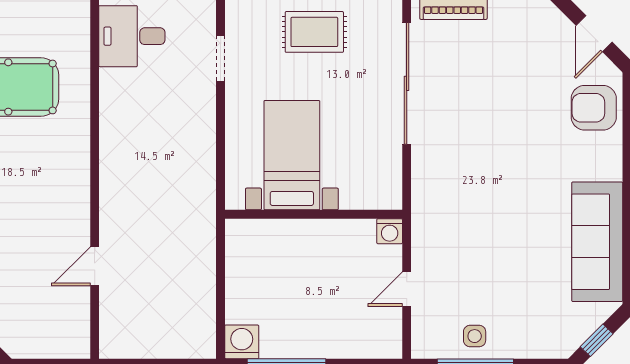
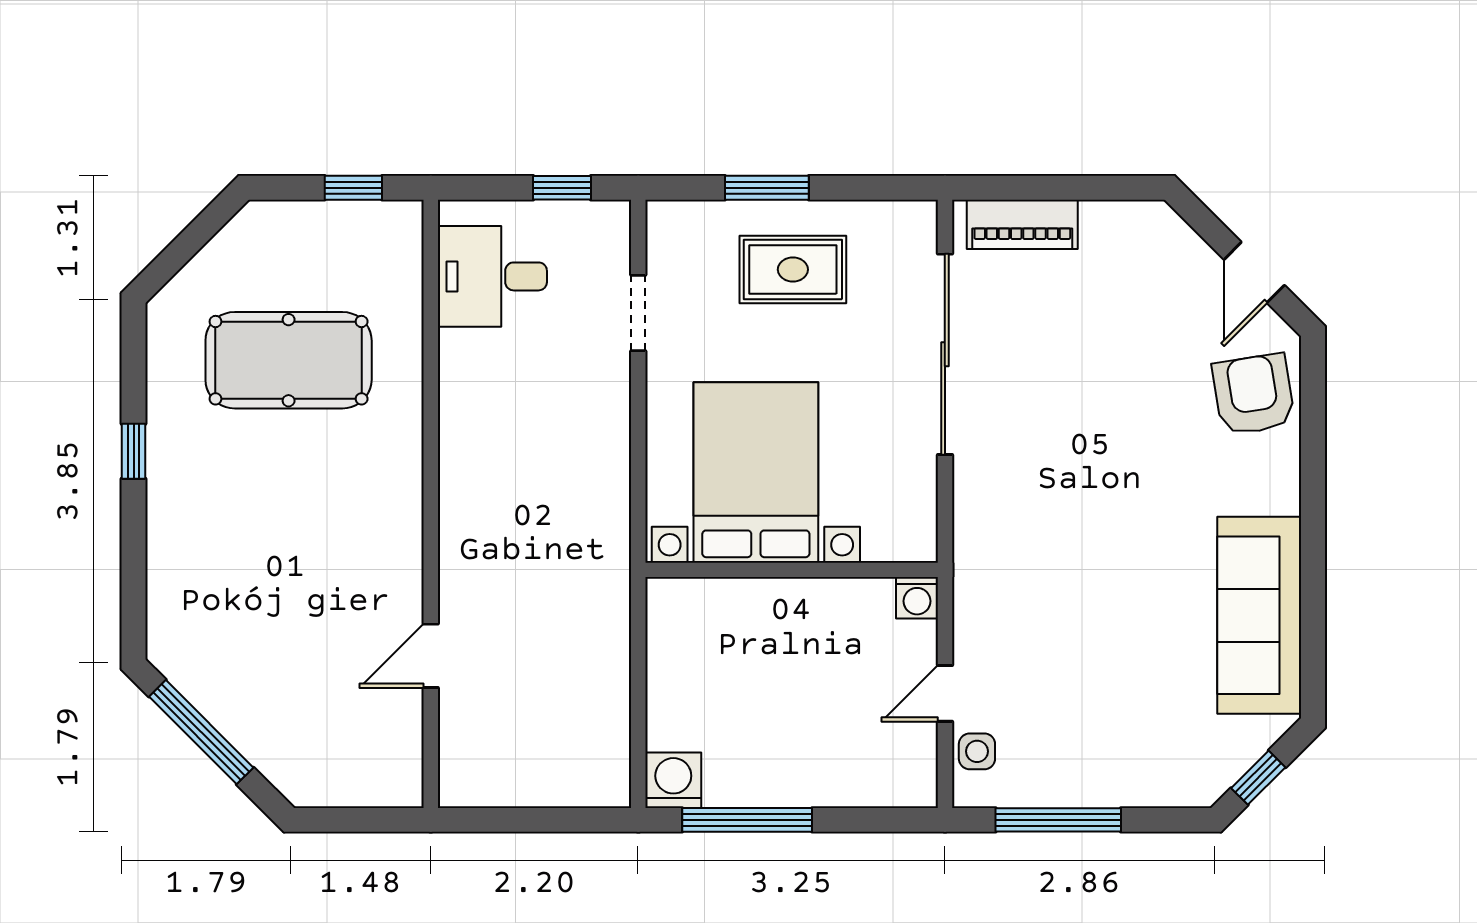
armchair: (594, 108) -> (1253, 394), turned 81
bed with nightstands: (292, 155) -> (756, 472), width x1.36
side table: (475, 336) -> (977, 751), moved

